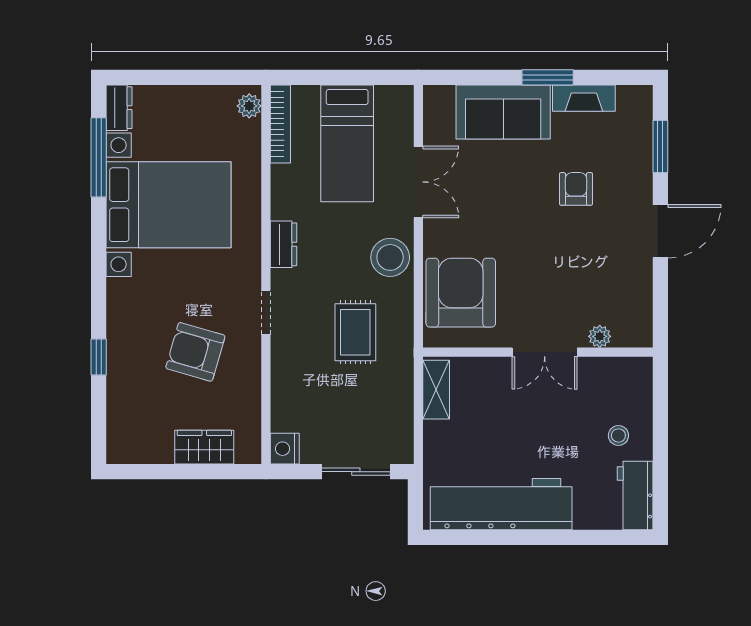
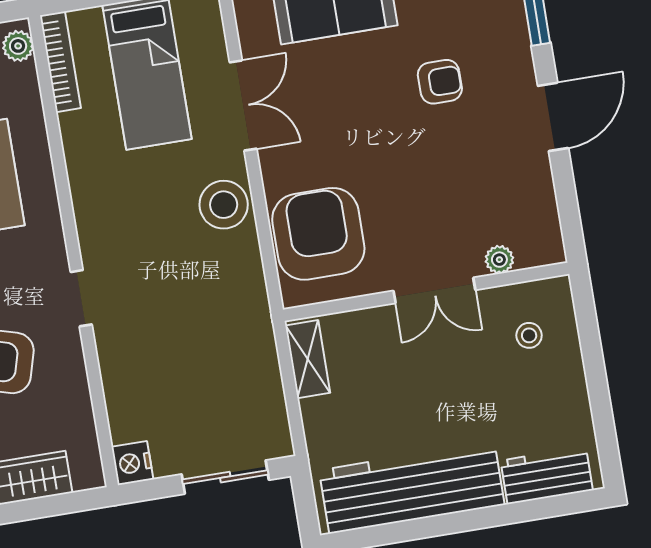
armchair: (576, 189) -> (440, 82), turned 90
dresser: (284, 244) -> (89, 210), removed
rug: (355, 332) -> (196, 304), removed
stool: (618, 435) -> (529, 335), moved
workbench: (635, 496) -> (547, 475), moved, turned 90

